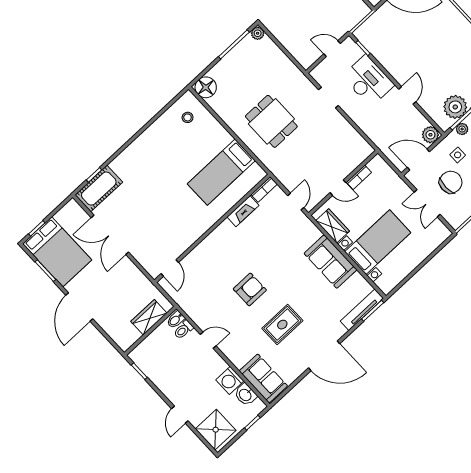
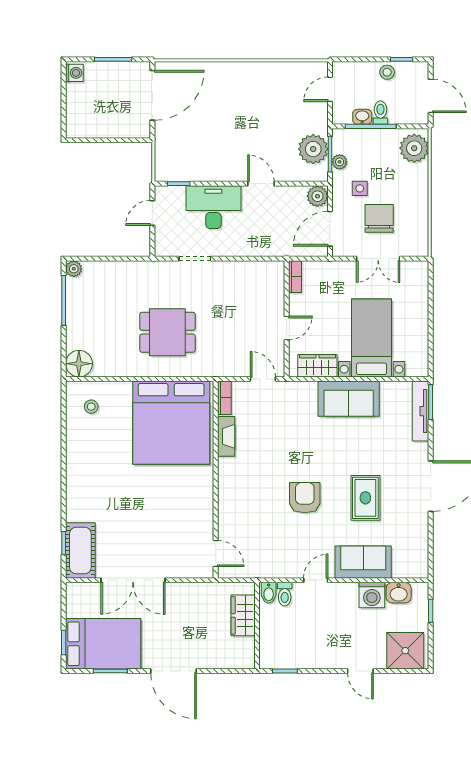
bed: (221, 172) -> (171, 423), width x2.04
bookcase: (359, 177) -> (295, 277), moved
sofa: (263, 378) -> (363, 562), moved

